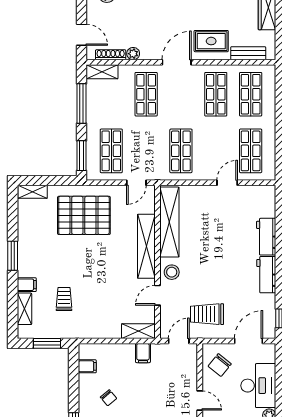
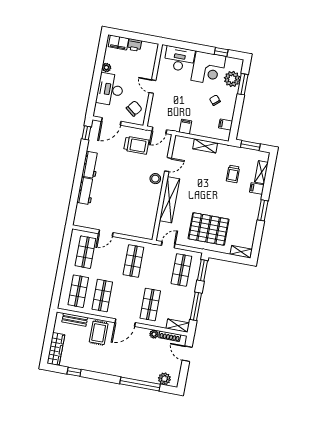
rug: (211, 41) -> (99, 333), turned 90
shelving: (169, 222) -> (151, 213), removed
shelving: (138, 331) -> (205, 146), moved

